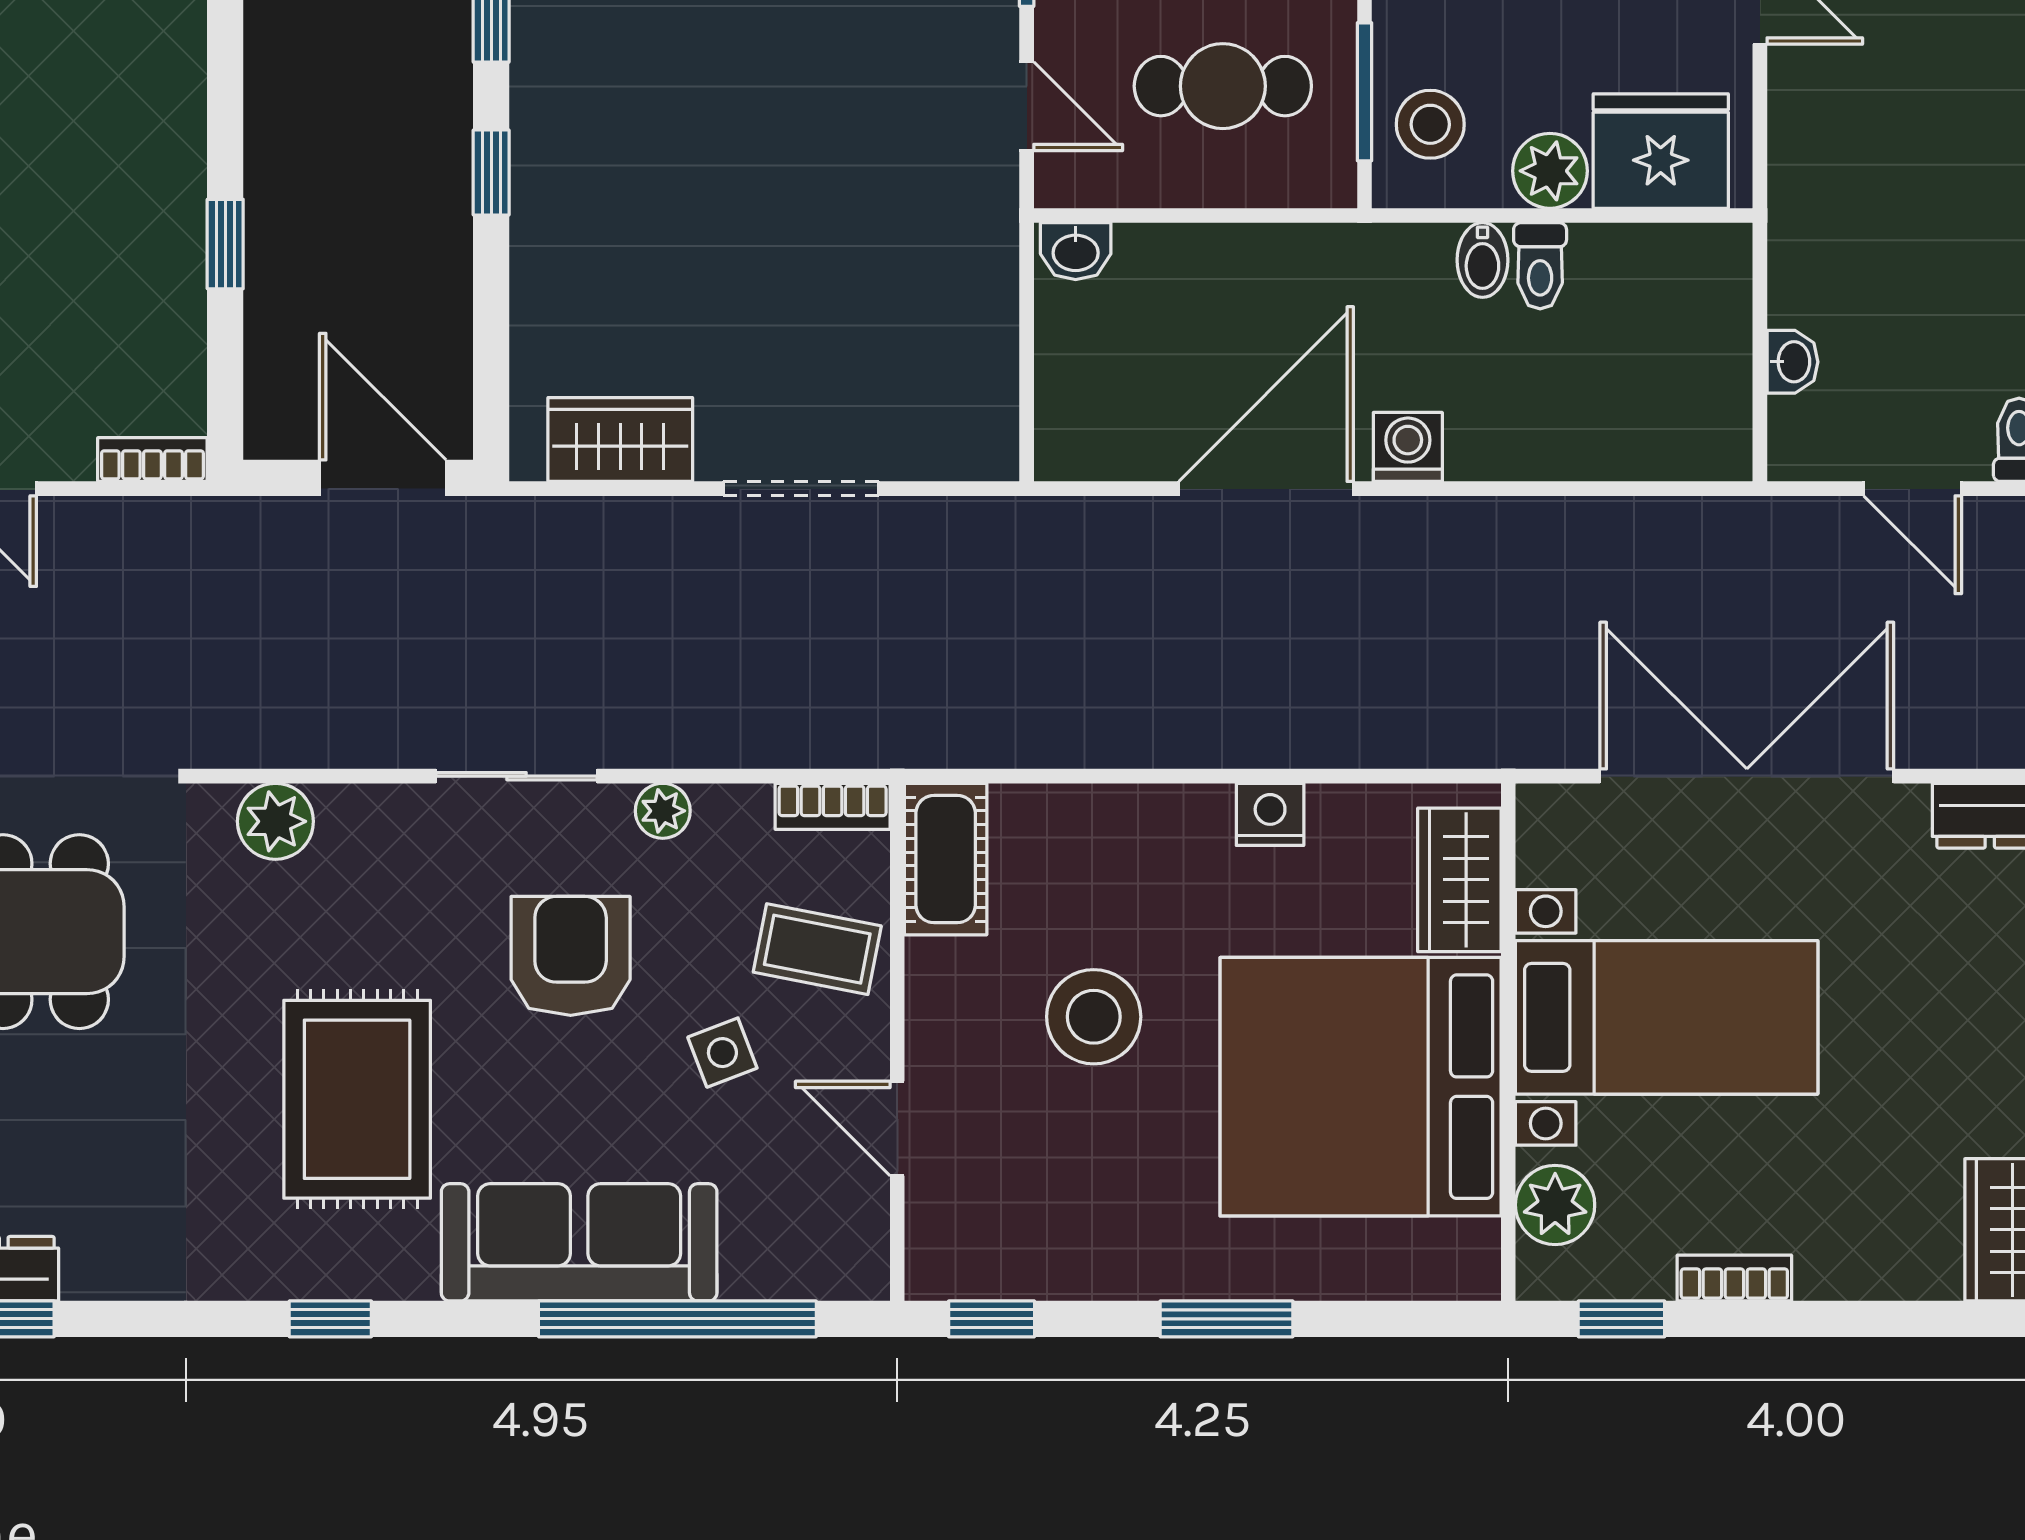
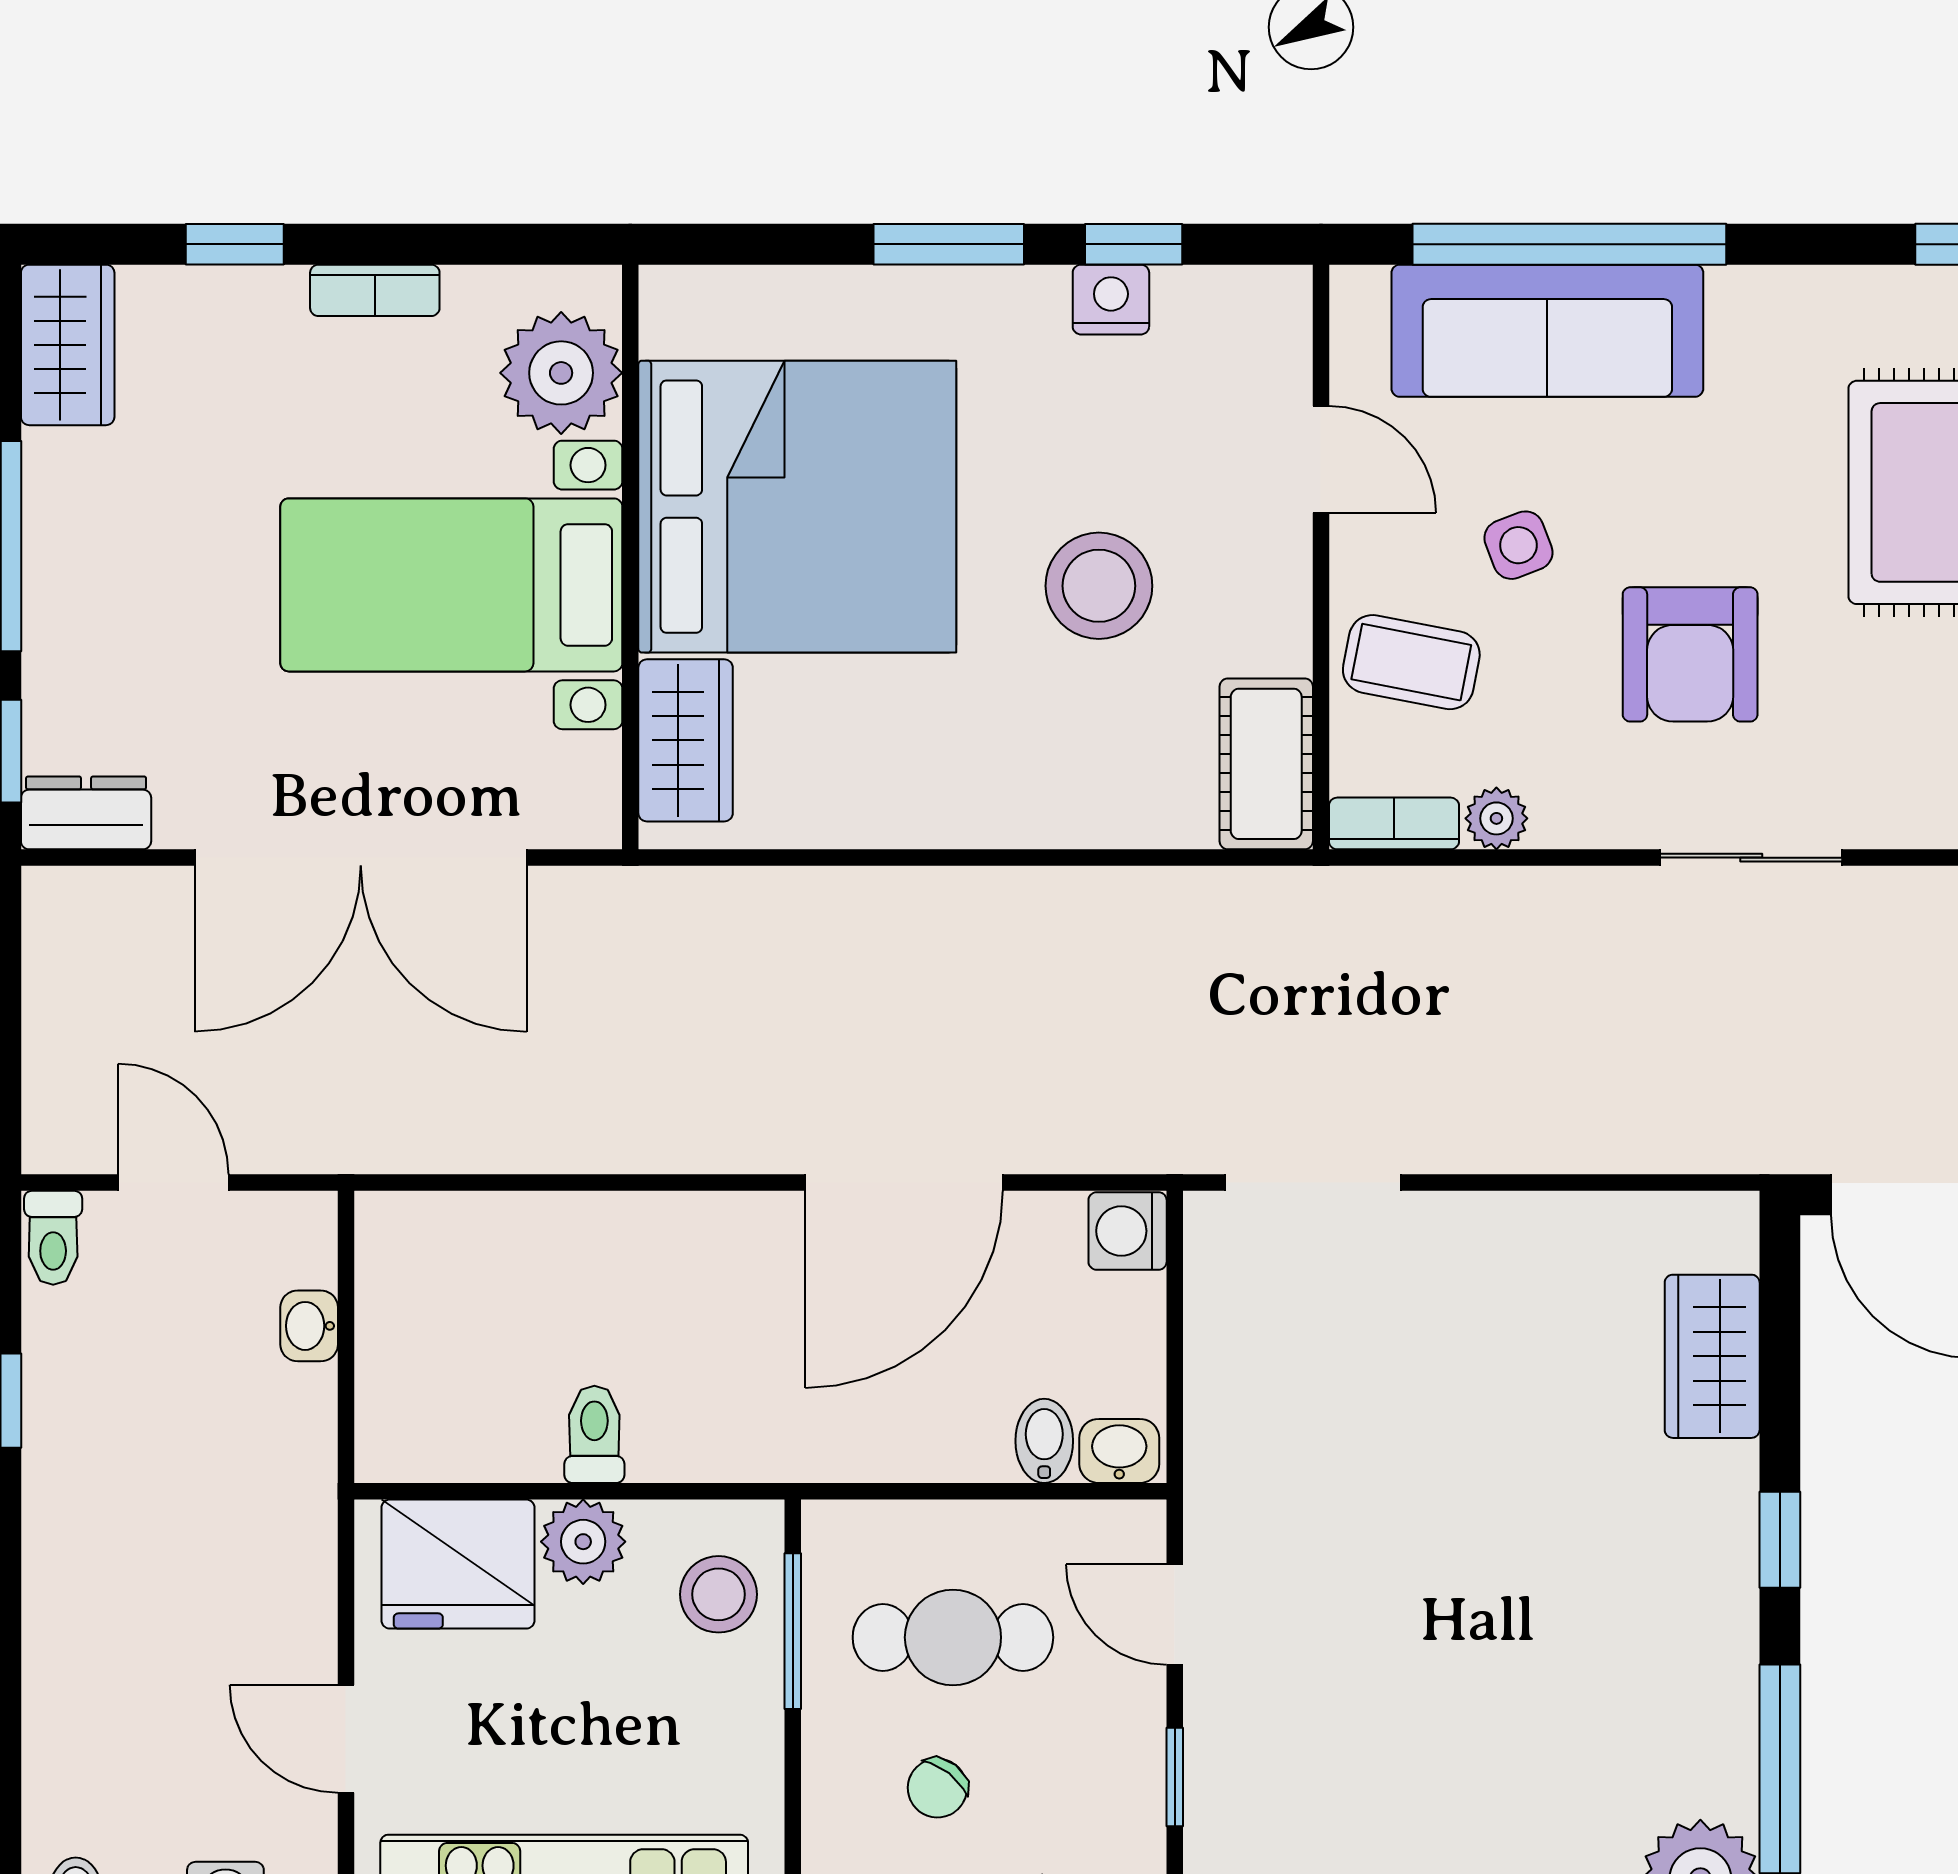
bidet: (1482, 260) -> (1044, 1441), moved
wardrobe: (620, 439) -> (1712, 1356), moved, turned 90
washing machine: (1408, 447) -> (1128, 1231), moved, turned 90
doorway: (801, 489) -> (1313, 1183), moved
plant: (663, 811) -> (1496, 818), moved
nightstand: (1270, 814) -> (1111, 300), moved, turned 180
plant: (1555, 1205) -> (561, 373), width x1.36, depth x1.36
sofa: (579, 1242) -> (1547, 331), moved
window: (992, 1319) -> (1134, 244), moved
window: (1621, 1319) -> (235, 244), moved

